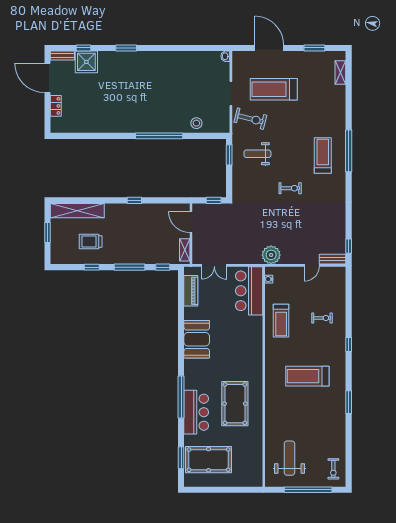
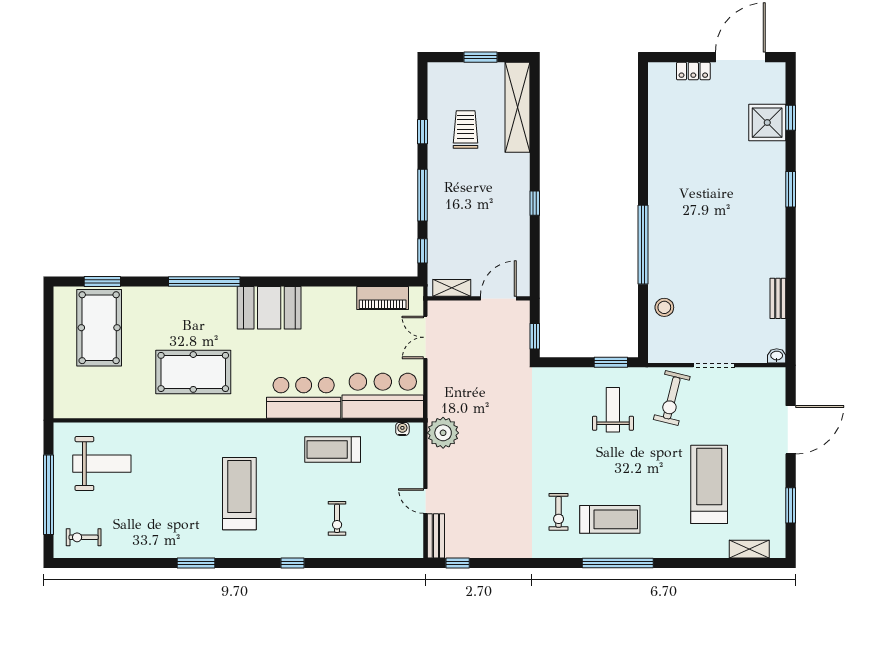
bench: (62, 55) -> (778, 298), moved
treadmill: (274, 89) -> (709, 484), moved
exercise bike: (290, 188) -> (559, 512), moved
booth: (197, 339) -> (269, 308), moved
bar counter: (196, 412) -> (304, 398), moved, turned 180

